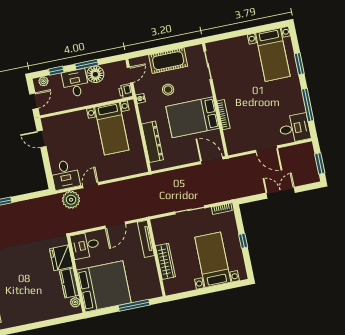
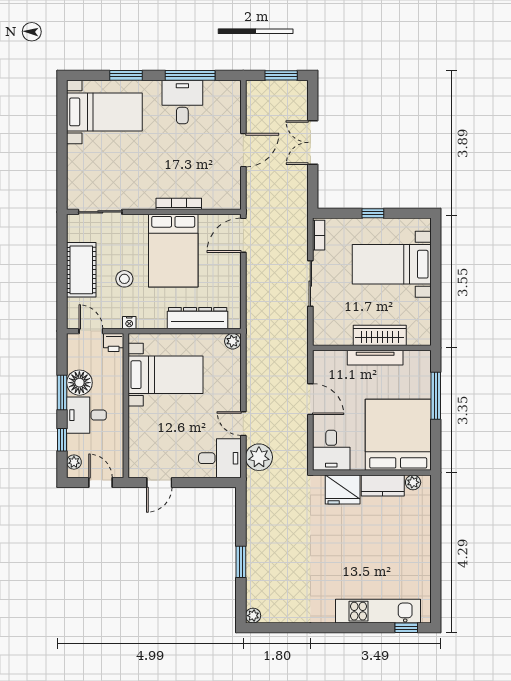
desk: (295, 128) -> (182, 102), moved
plant: (142, 167) -> (233, 341), added
tv unit: (146, 239) -> (375, 358), moved

